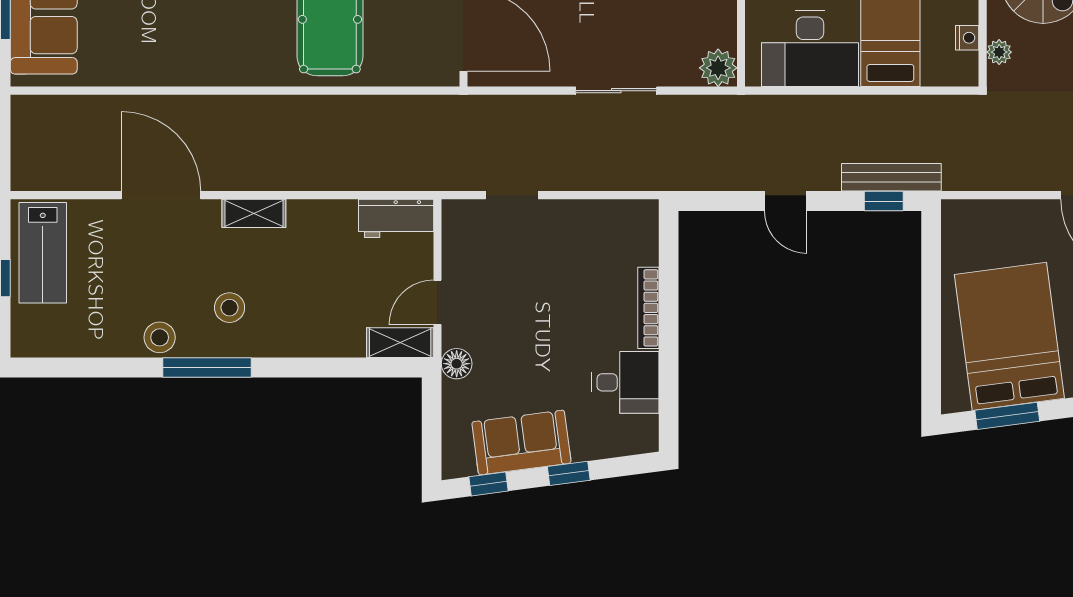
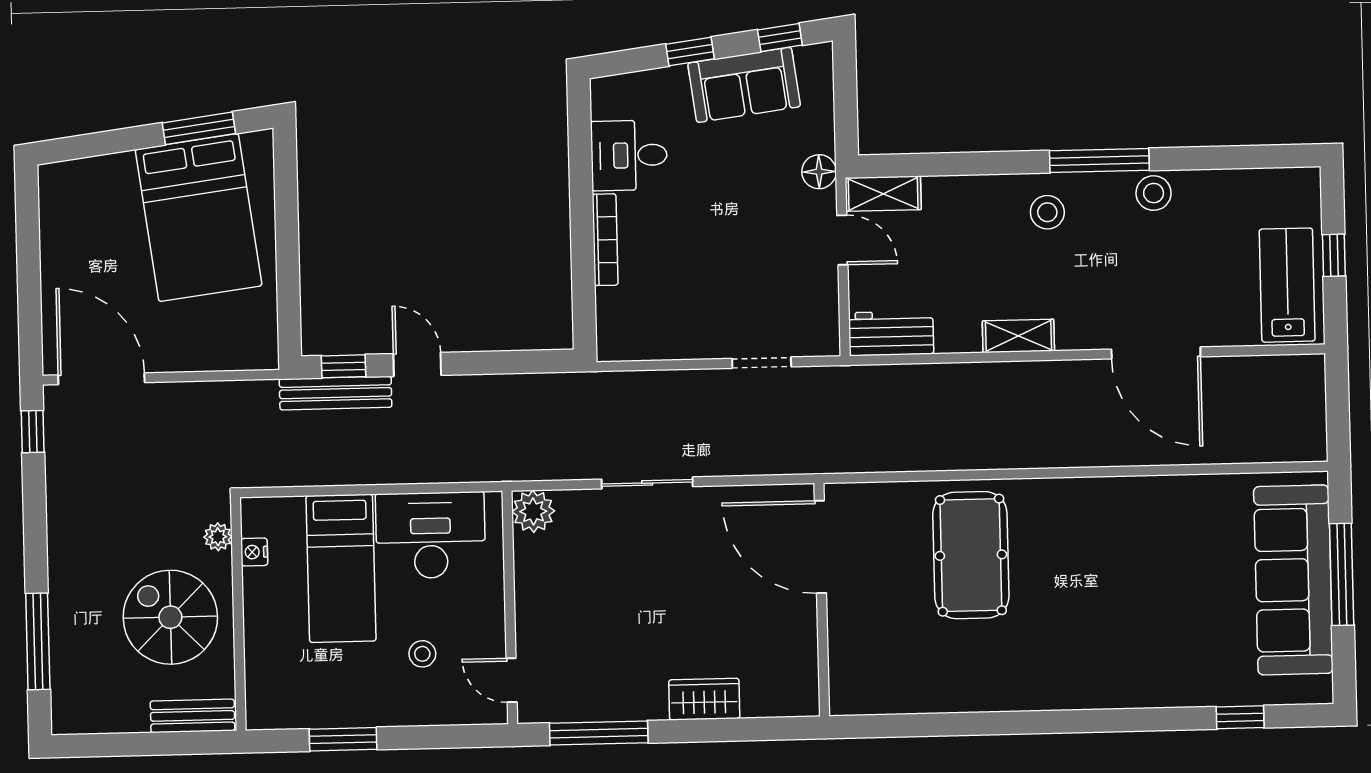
door: (786, 201) -> (417, 364), moved
shelving: (254, 213) -> (1018, 336), moved
door: (437, 302) -> (842, 240), hinge flipped
stool: (230, 308) -> (1047, 212), moved

